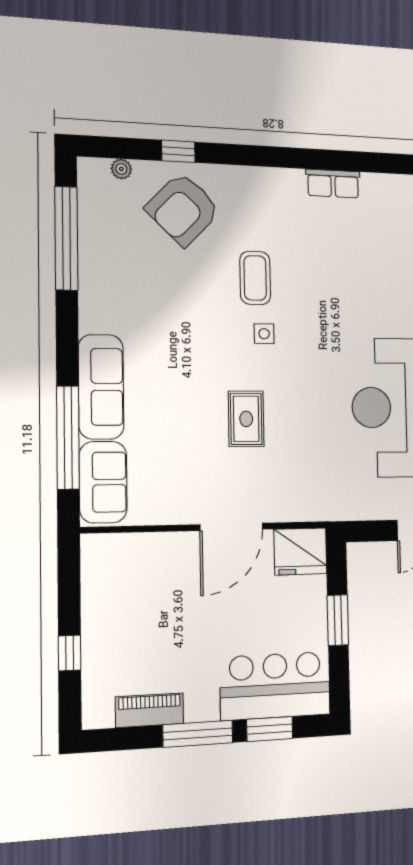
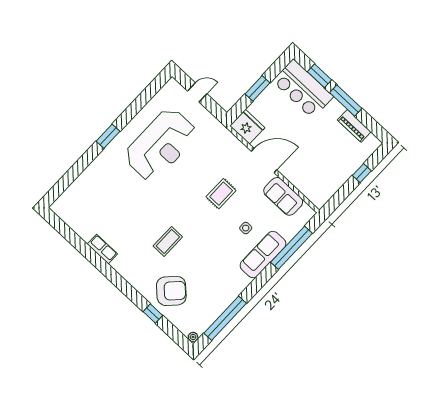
plant: (121, 169) -> (193, 337), moved
side table: (264, 334) -> (246, 228), moved
sofa: (103, 482) -> (283, 196), moved, turned -90

